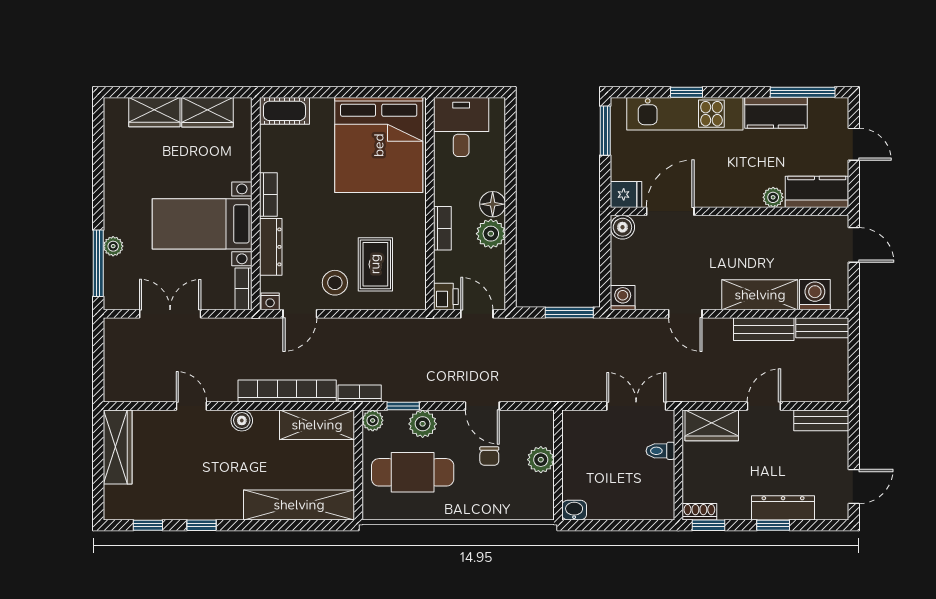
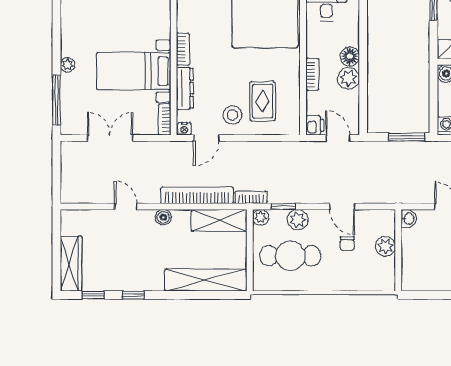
plant: (113, 246) -> (68, 65), moved
wardrobe: (118, 447) -> (71, 264), moved
washbasin: (574, 510) -> (409, 219), moved, turned 90

